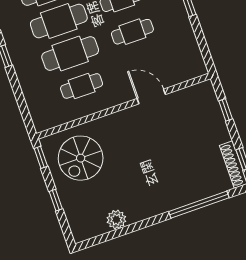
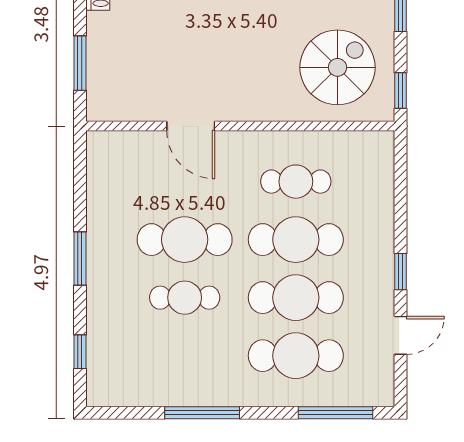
cafe table: (132, 32) -> (185, 240), width x1.37, depth x1.35
window: (226, 110) -> (80, 63), width x1.50

